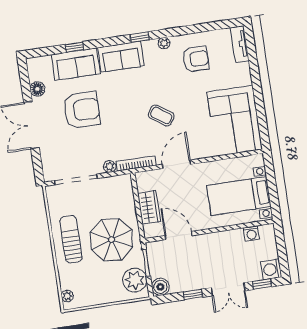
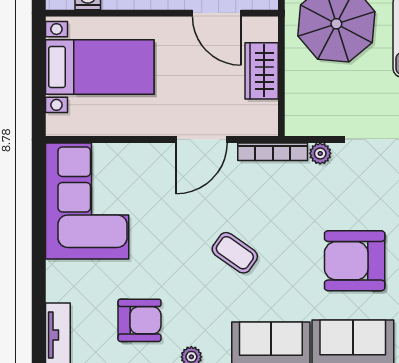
armchair: (196, 59) -> (140, 320), turned 180
coffee table: (161, 115) -> (235, 253), moved

